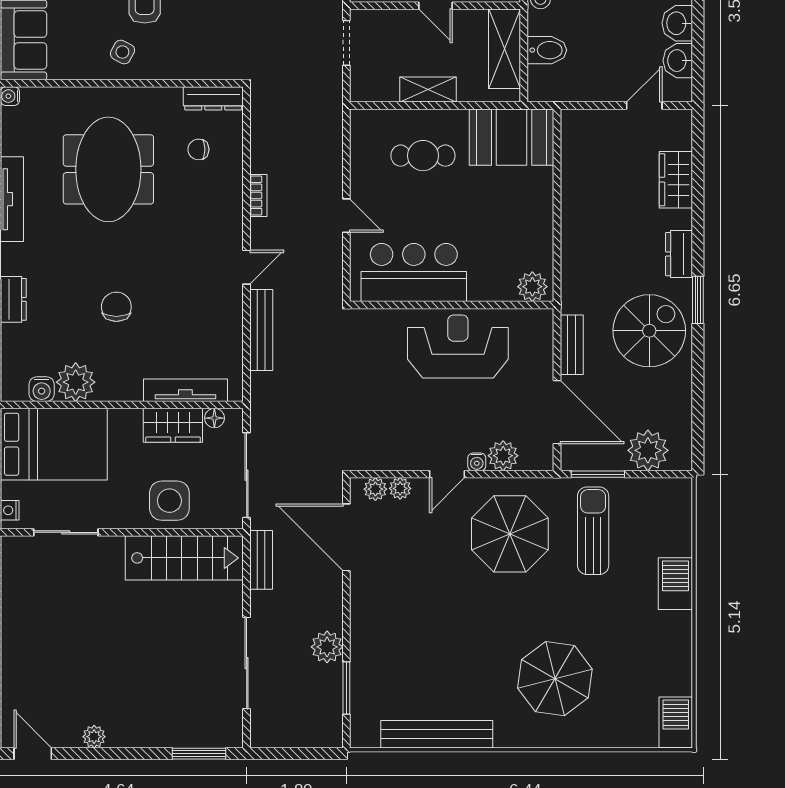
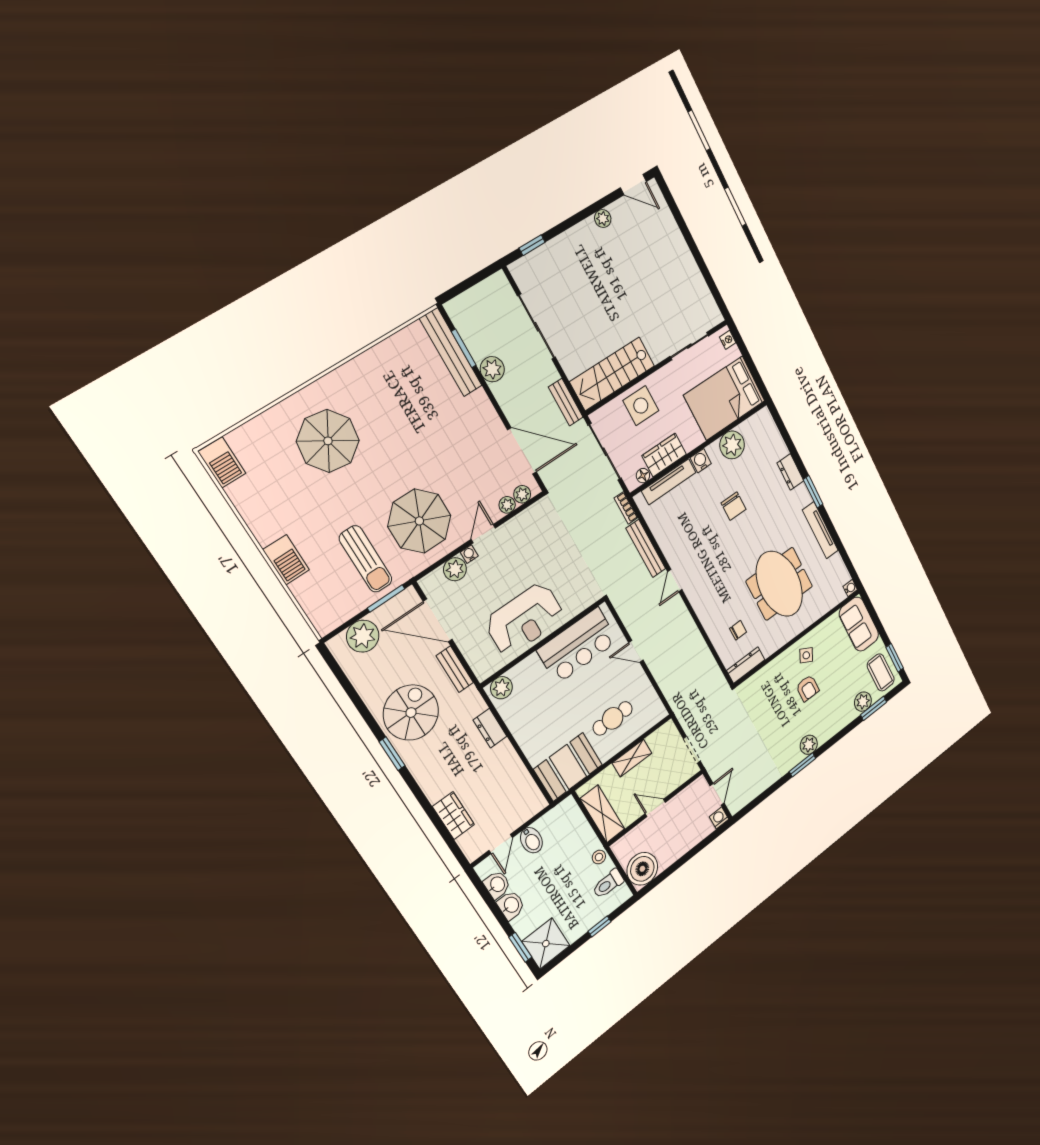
bidet: (547, 50) -> (531, 840), moved, turned -90
bookcase: (258, 195) -> (626, 508), moved
dresser: (679, 254) -> (490, 728), moved, turned 180
spiral stairs: (649, 331) -> (411, 713), turned 180
water cooler: (42, 389) -> (701, 461), moved
bench: (437, 734) -> (451, 352), moved, turned 90
window: (199, 754) -> (532, 245), width x0.67

